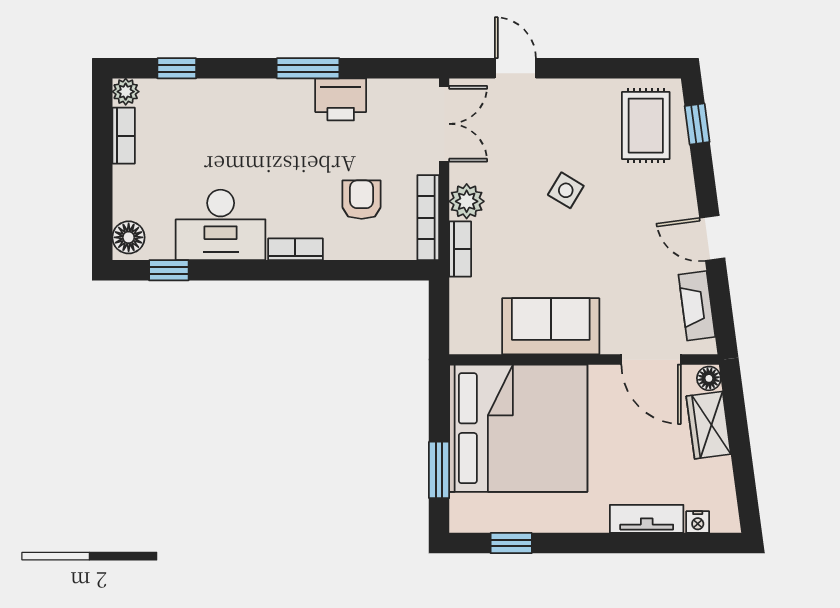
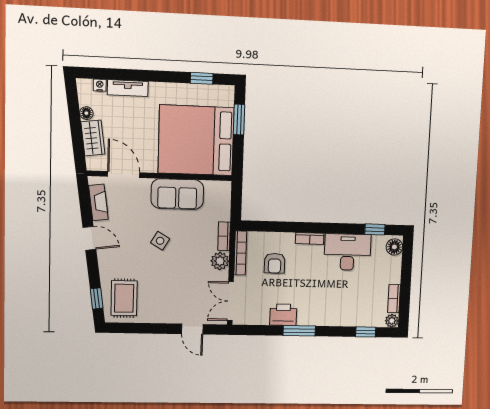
side table: (566, 190) -> (160, 241), moved
floor lamp: (709, 378) -> (86, 113), moved

